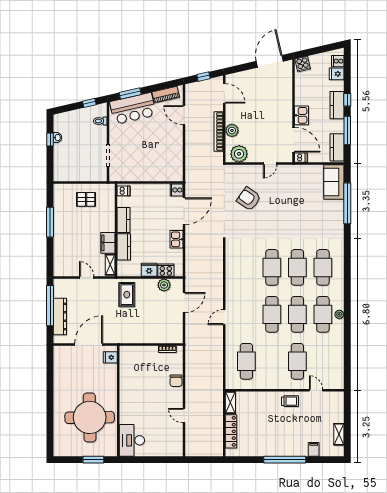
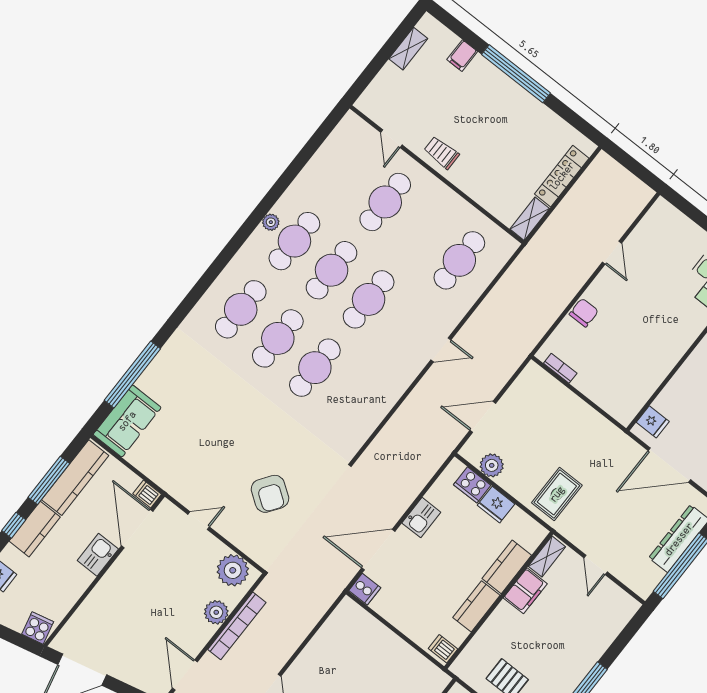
kitchen counter: (337, 147) -> (75, 478), width x1.50

